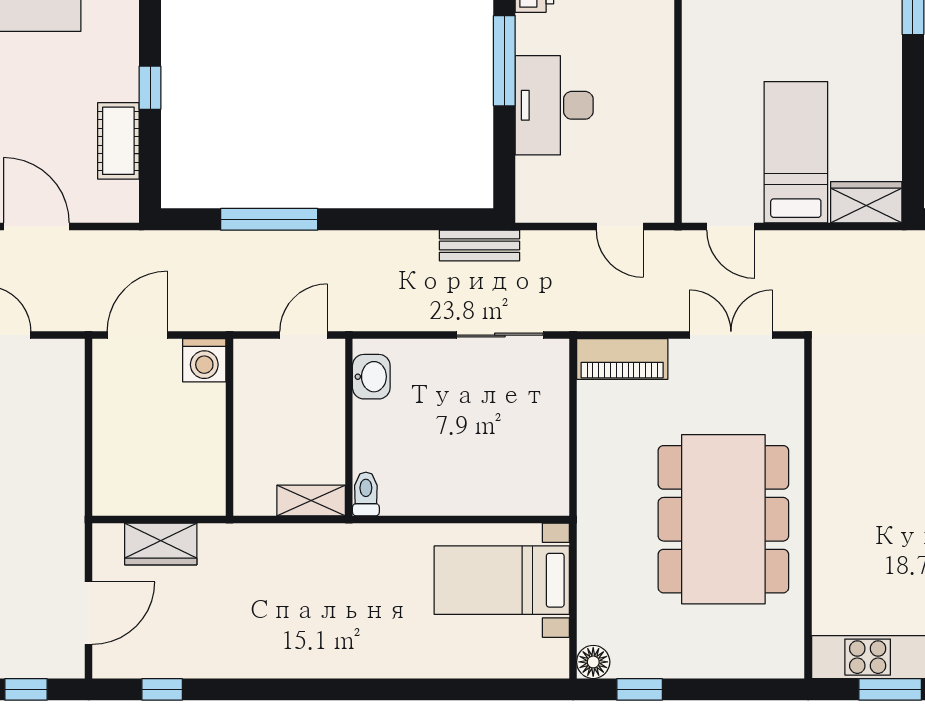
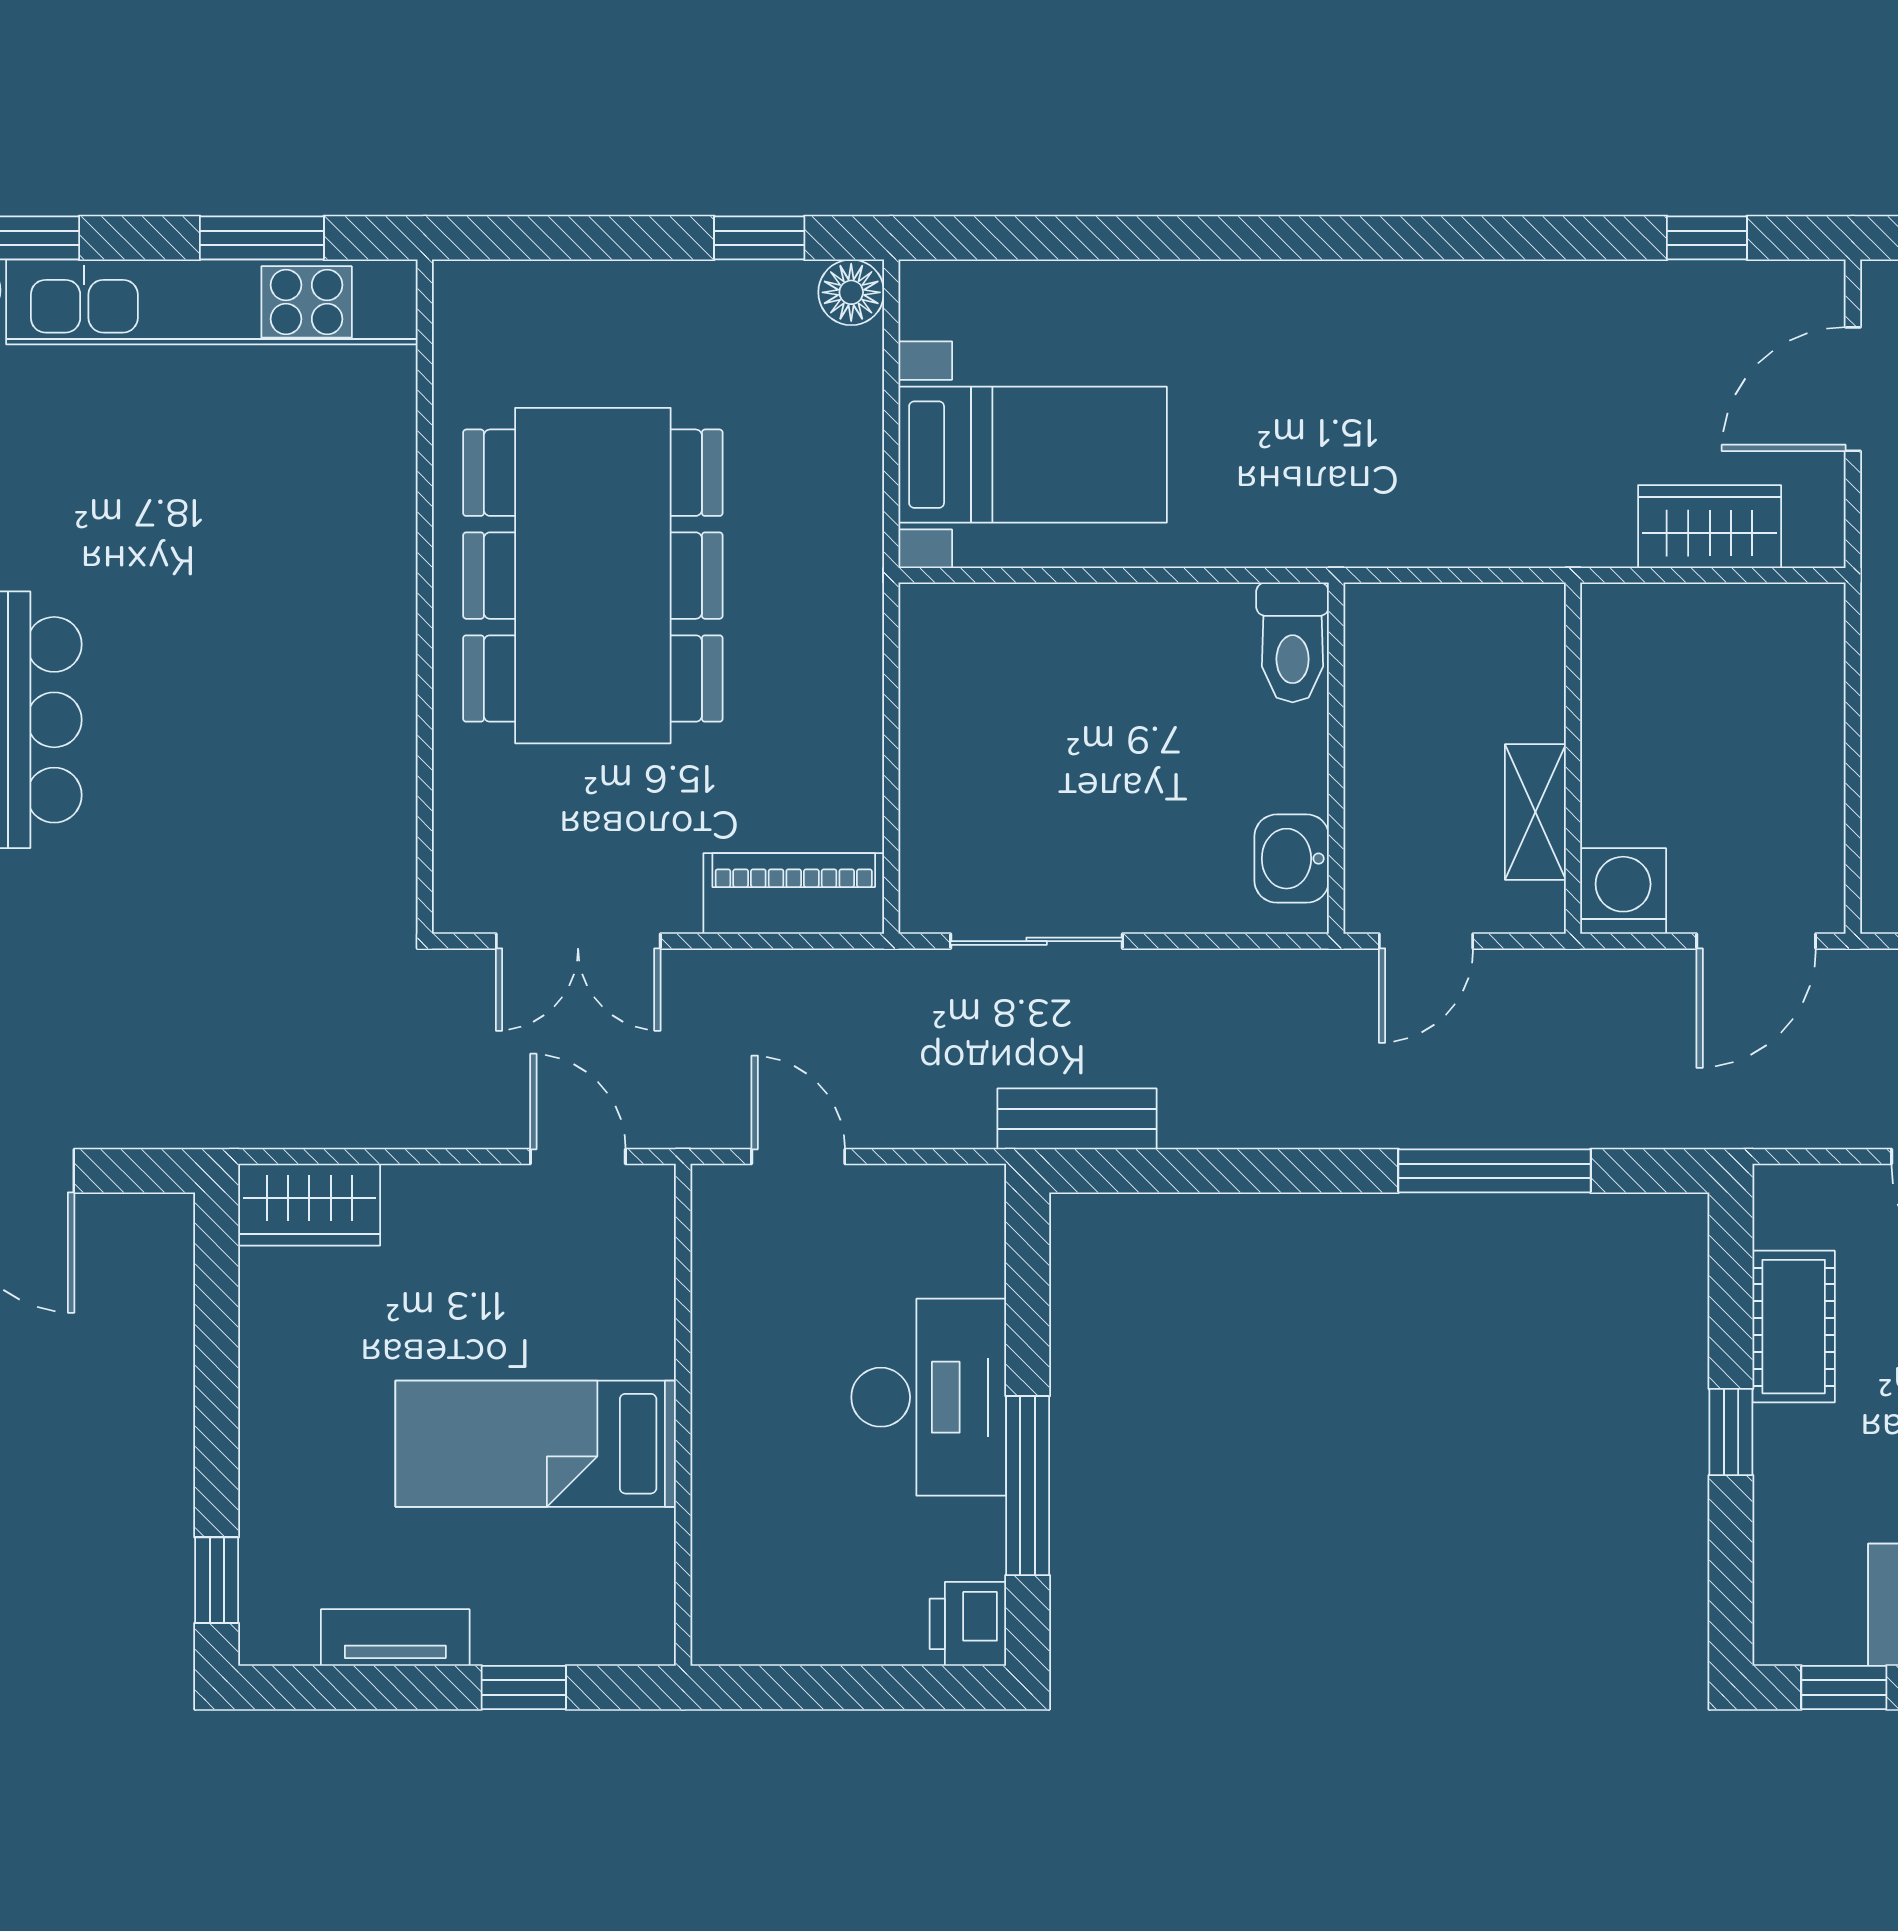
bed: (796, 152) -> (536, 1444), moved, turned 90
toilet: (366, 494) -> (1293, 642), width x1.37, depth x1.39
shelving: (311, 500) -> (1535, 812), moved, turned 90

